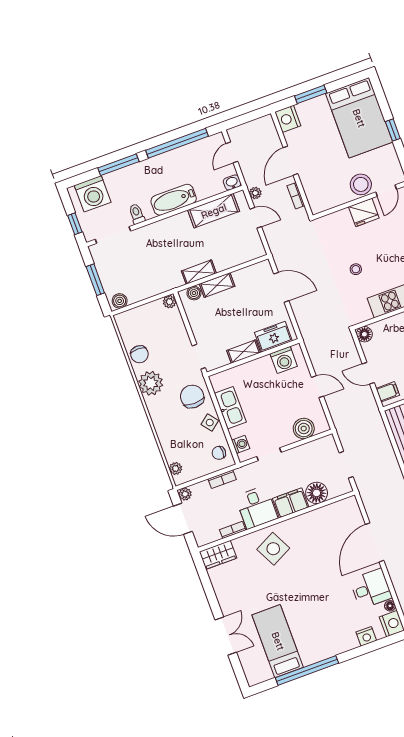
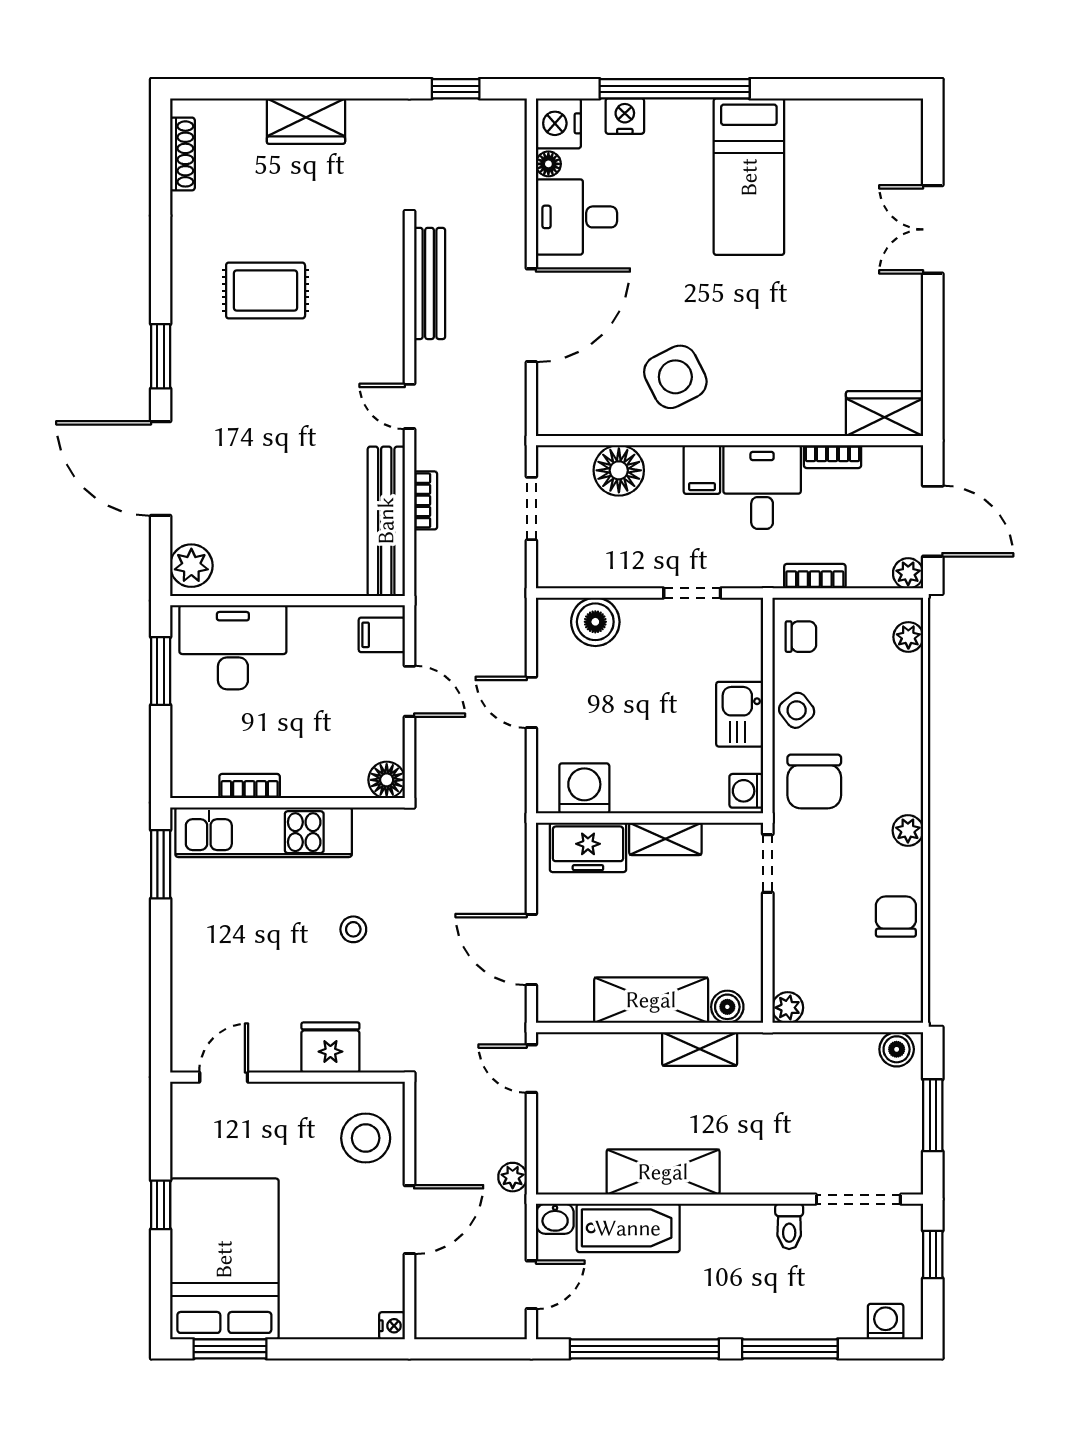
window: (311, 94) -> (230, 1349), moved
nightstand: (288, 119) -> (392, 1326), width x0.53, depth x0.56
stool: (361, 184) -> (366, 1138), moved
washing machine: (93, 194) -> (886, 1322), width x0.53, depth x0.53
bookcase: (296, 196) -> (426, 500), moved
bathtub: (174, 200) -> (628, 1228), moved
shelving: (214, 211) -> (663, 1172), moved
fridge: (364, 212) -> (330, 1047), moved
door: (256, 218) -> (531, 1069), moved
shelving: (217, 285) -> (651, 1000), width x1.50, depth x1.33
plant: (151, 383) -> (908, 830), width x0.53, depth x0.53
kitchen sink: (230, 408) -> (740, 714), width x0.73
washing machine: (241, 444) -> (746, 791), moved
filing cabinet: (291, 503) -> (702, 470), width x0.50
side table: (273, 549) -> (675, 377), moved
bed: (278, 641) -> (749, 177), moved
window: (307, 670) -> (675, 89), moved

